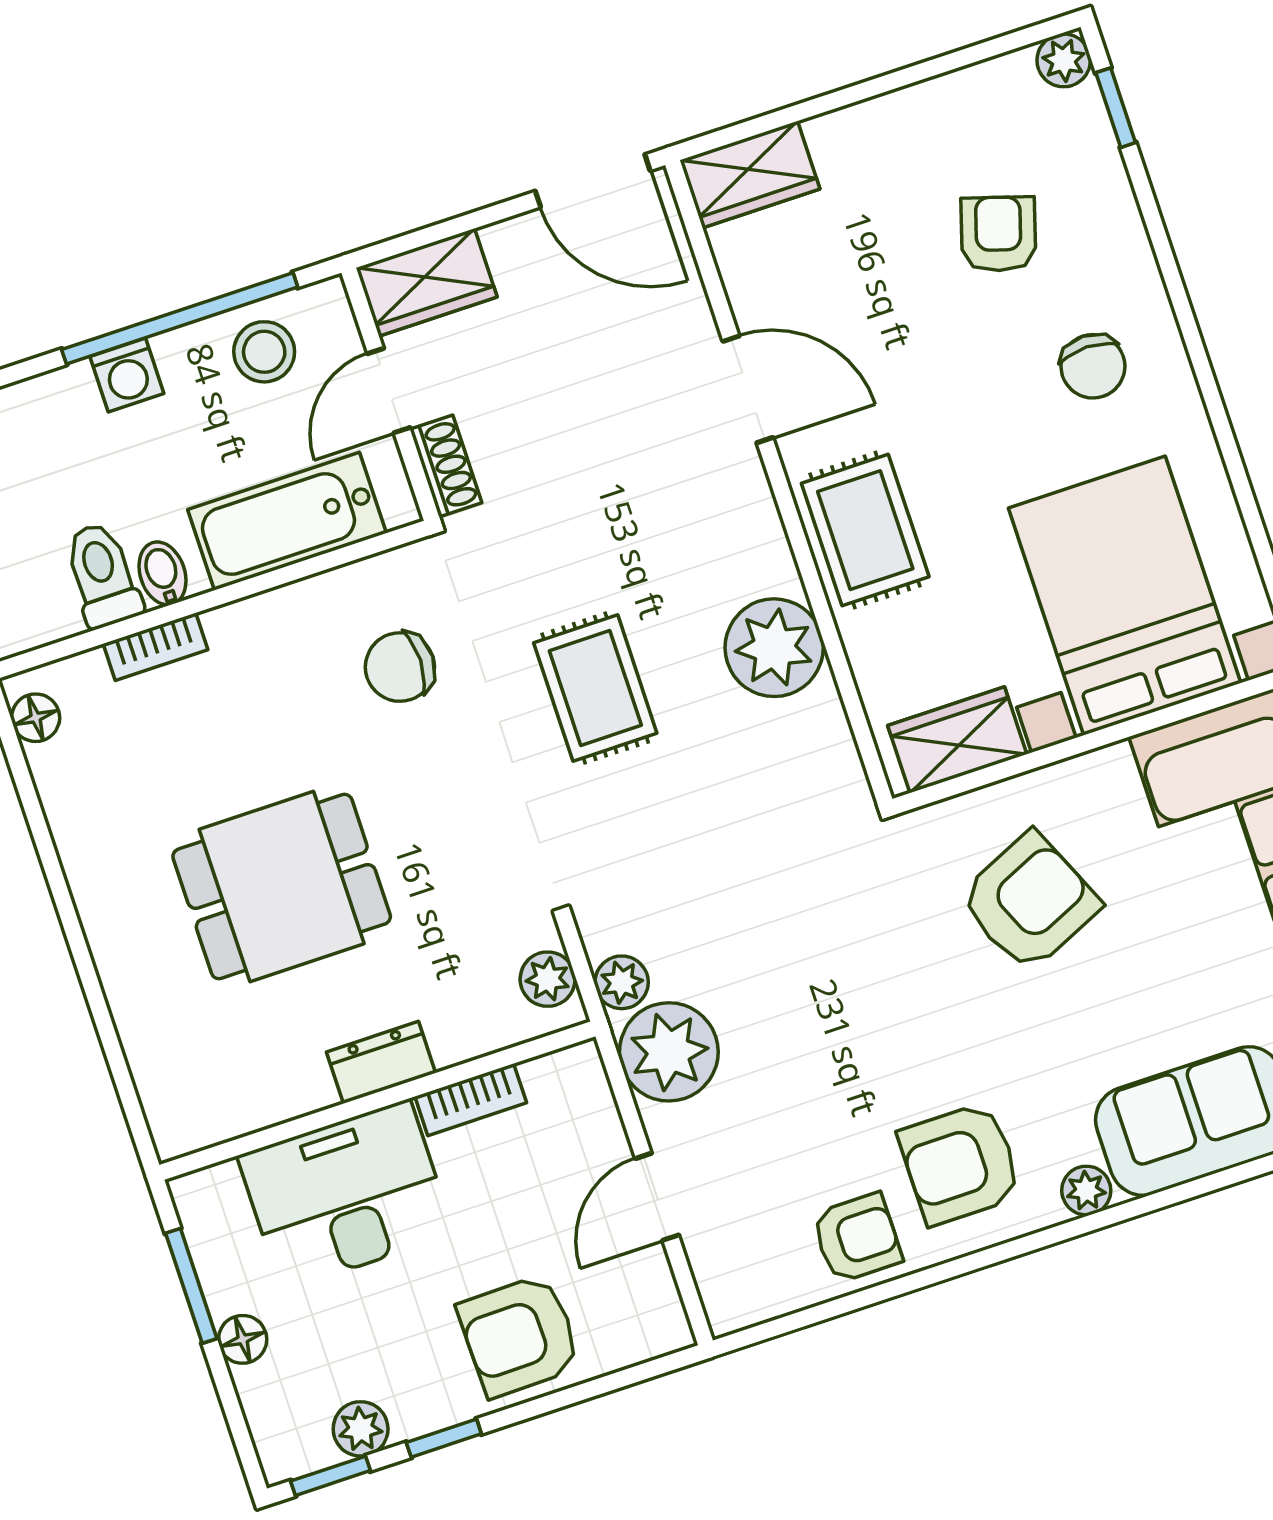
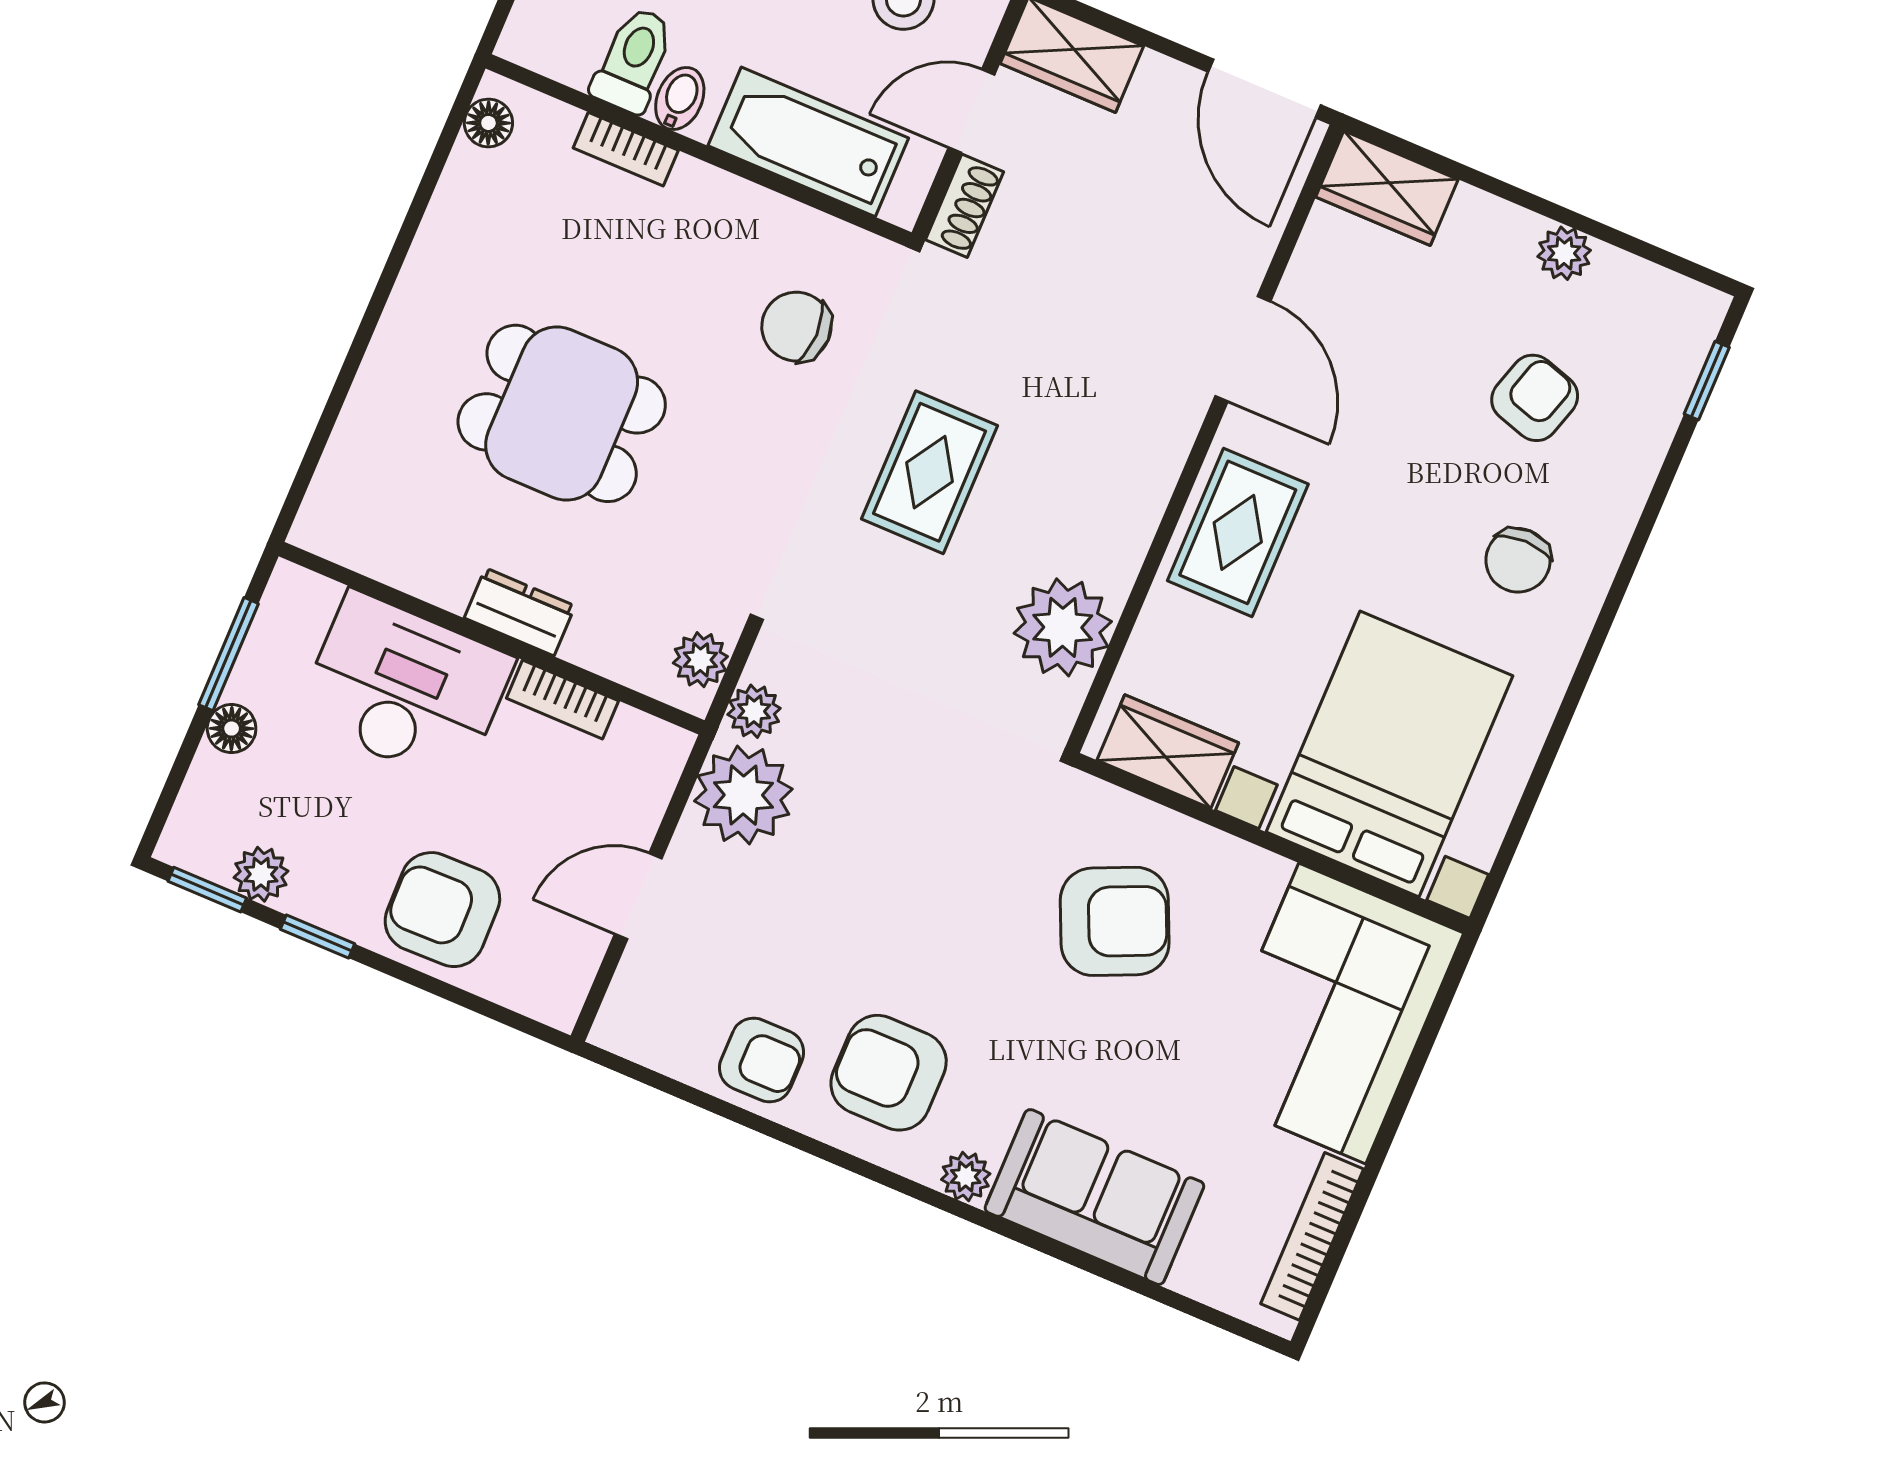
plant: (1064, 60) -> (1564, 253), moved
plant: (774, 648) -> (1063, 627), moved

